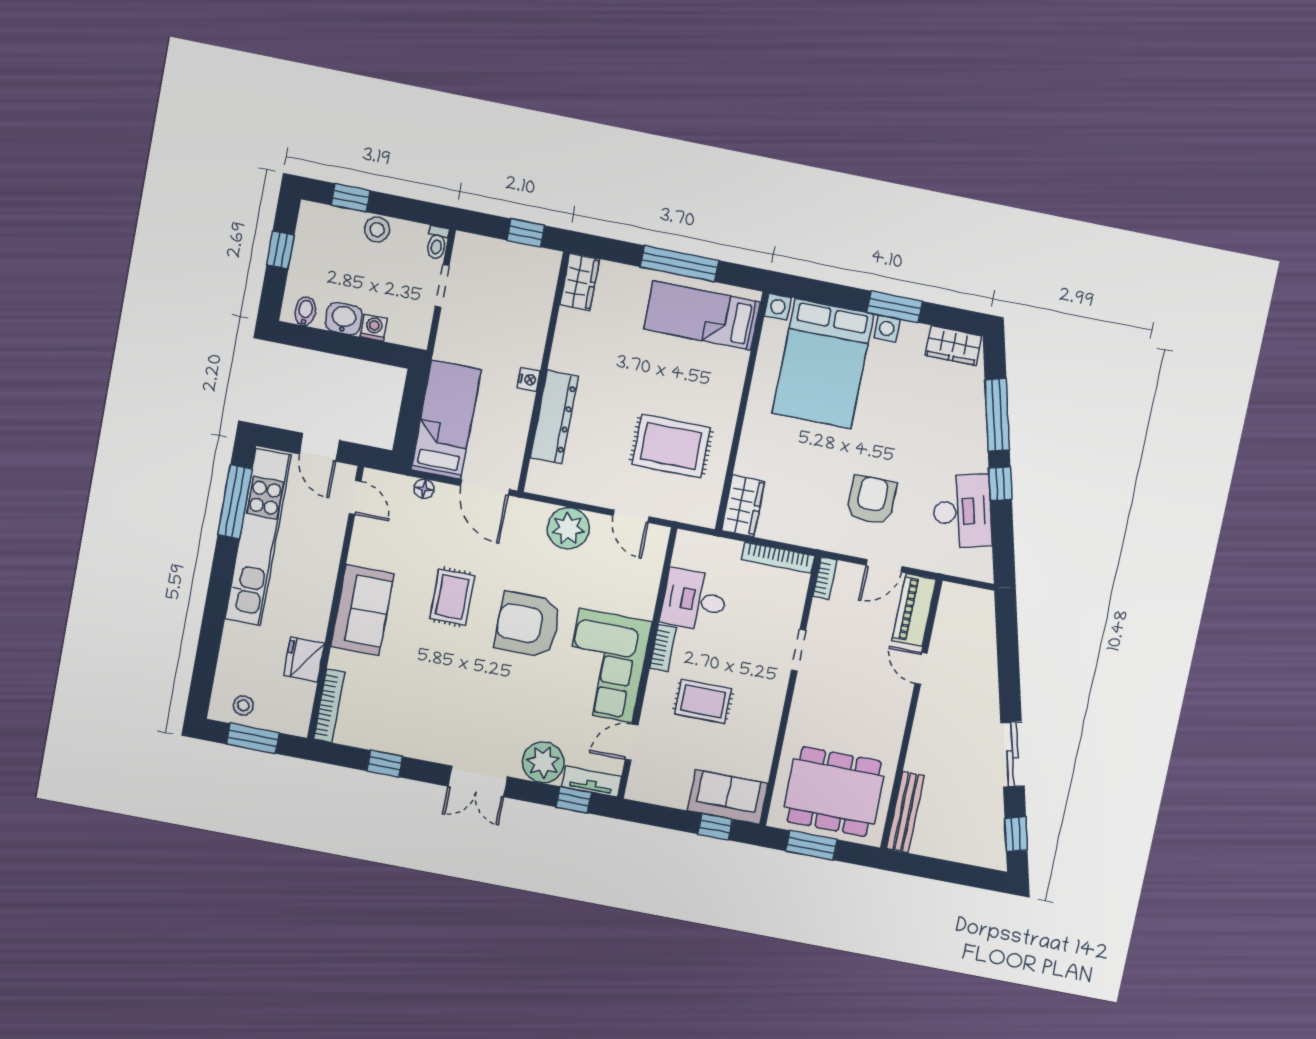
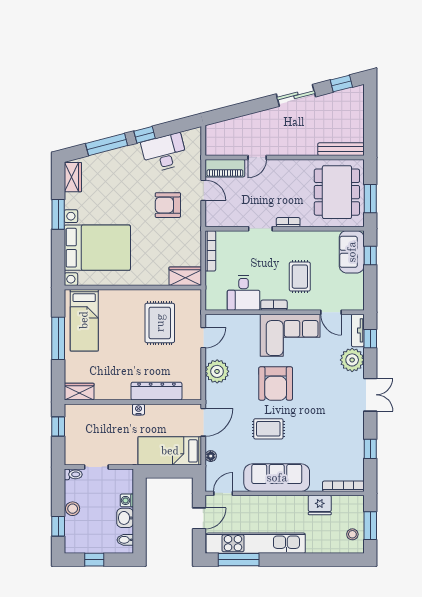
bookcase: (825, 578) -> (288, 222), moved
sofa: (362, 610) -> (277, 478), width x1.36

